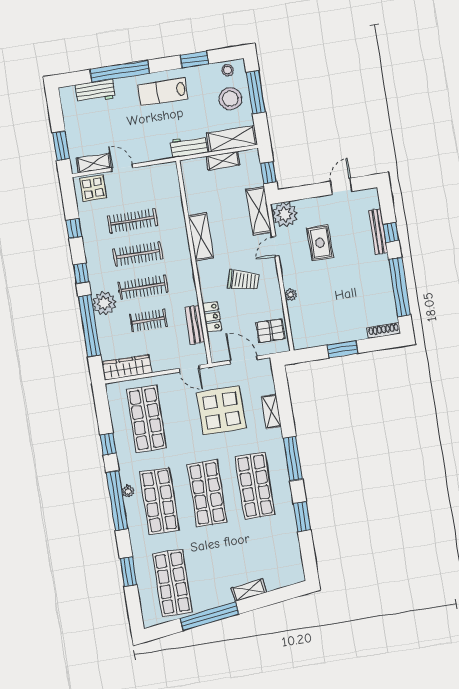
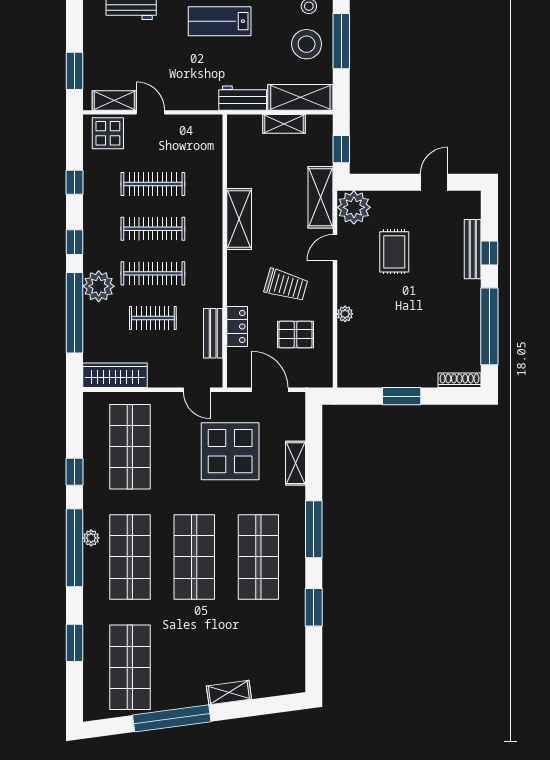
pallet: (271, 331) -> (295, 334), moved

